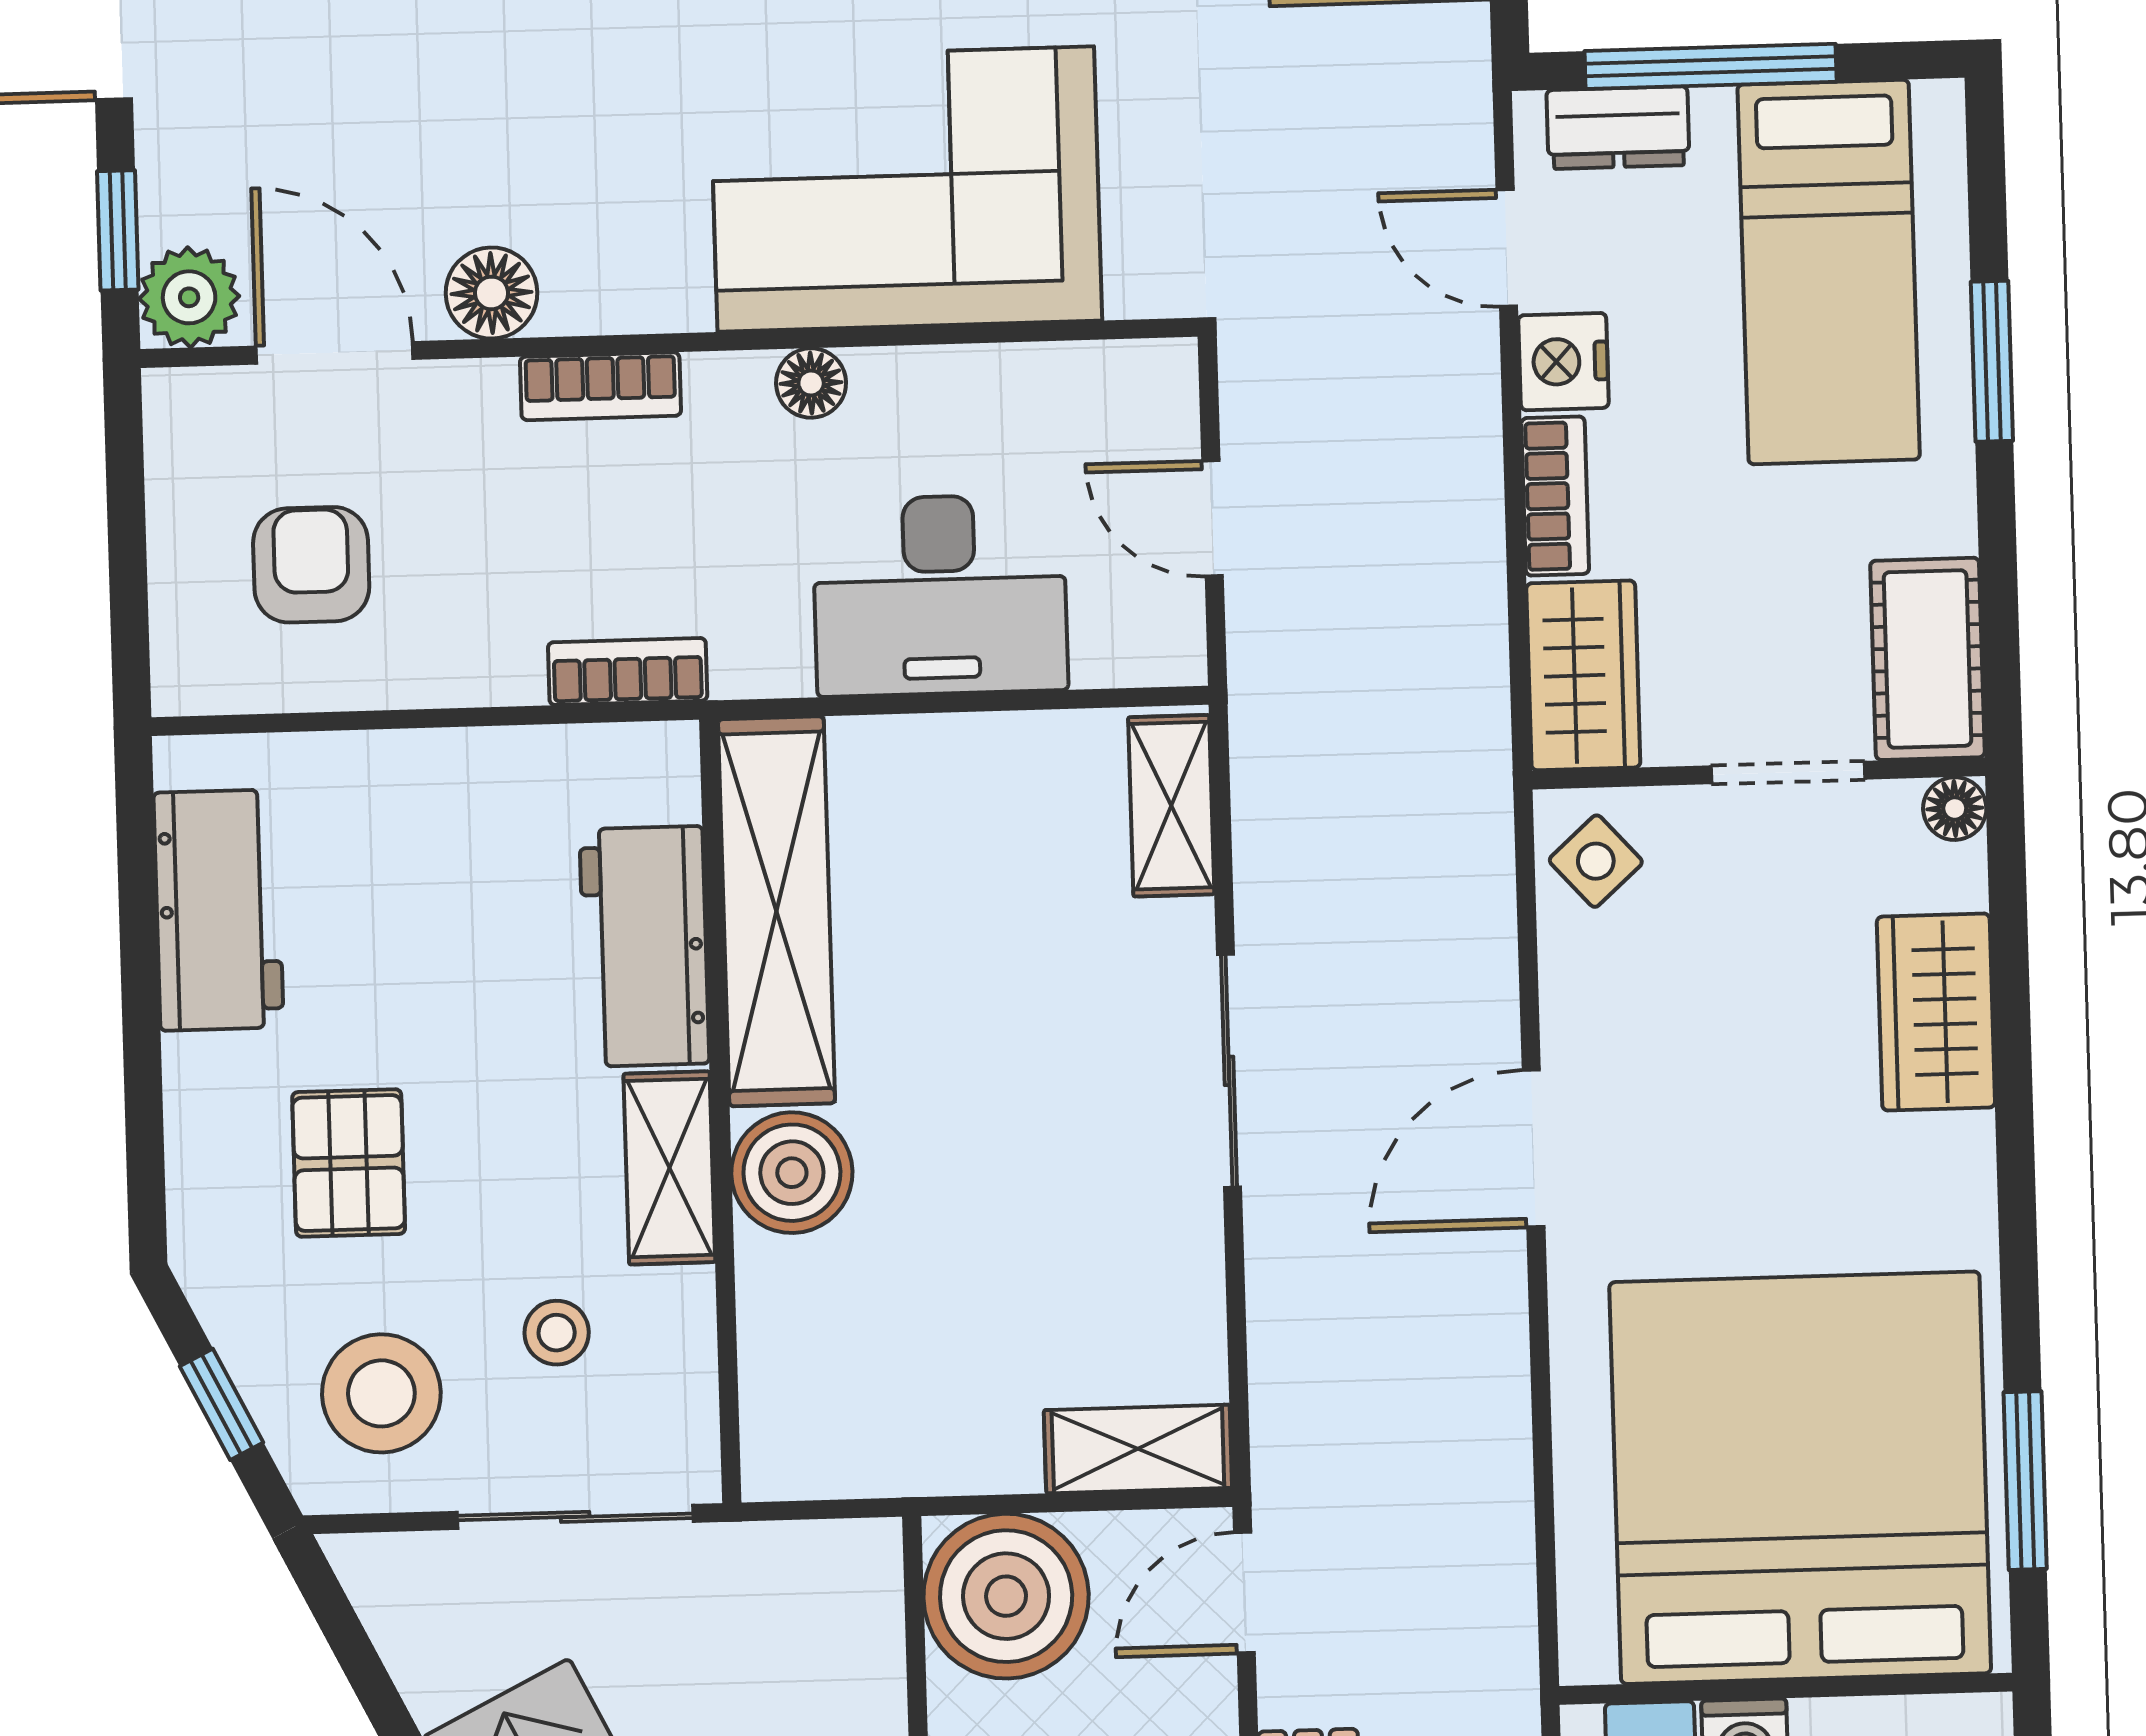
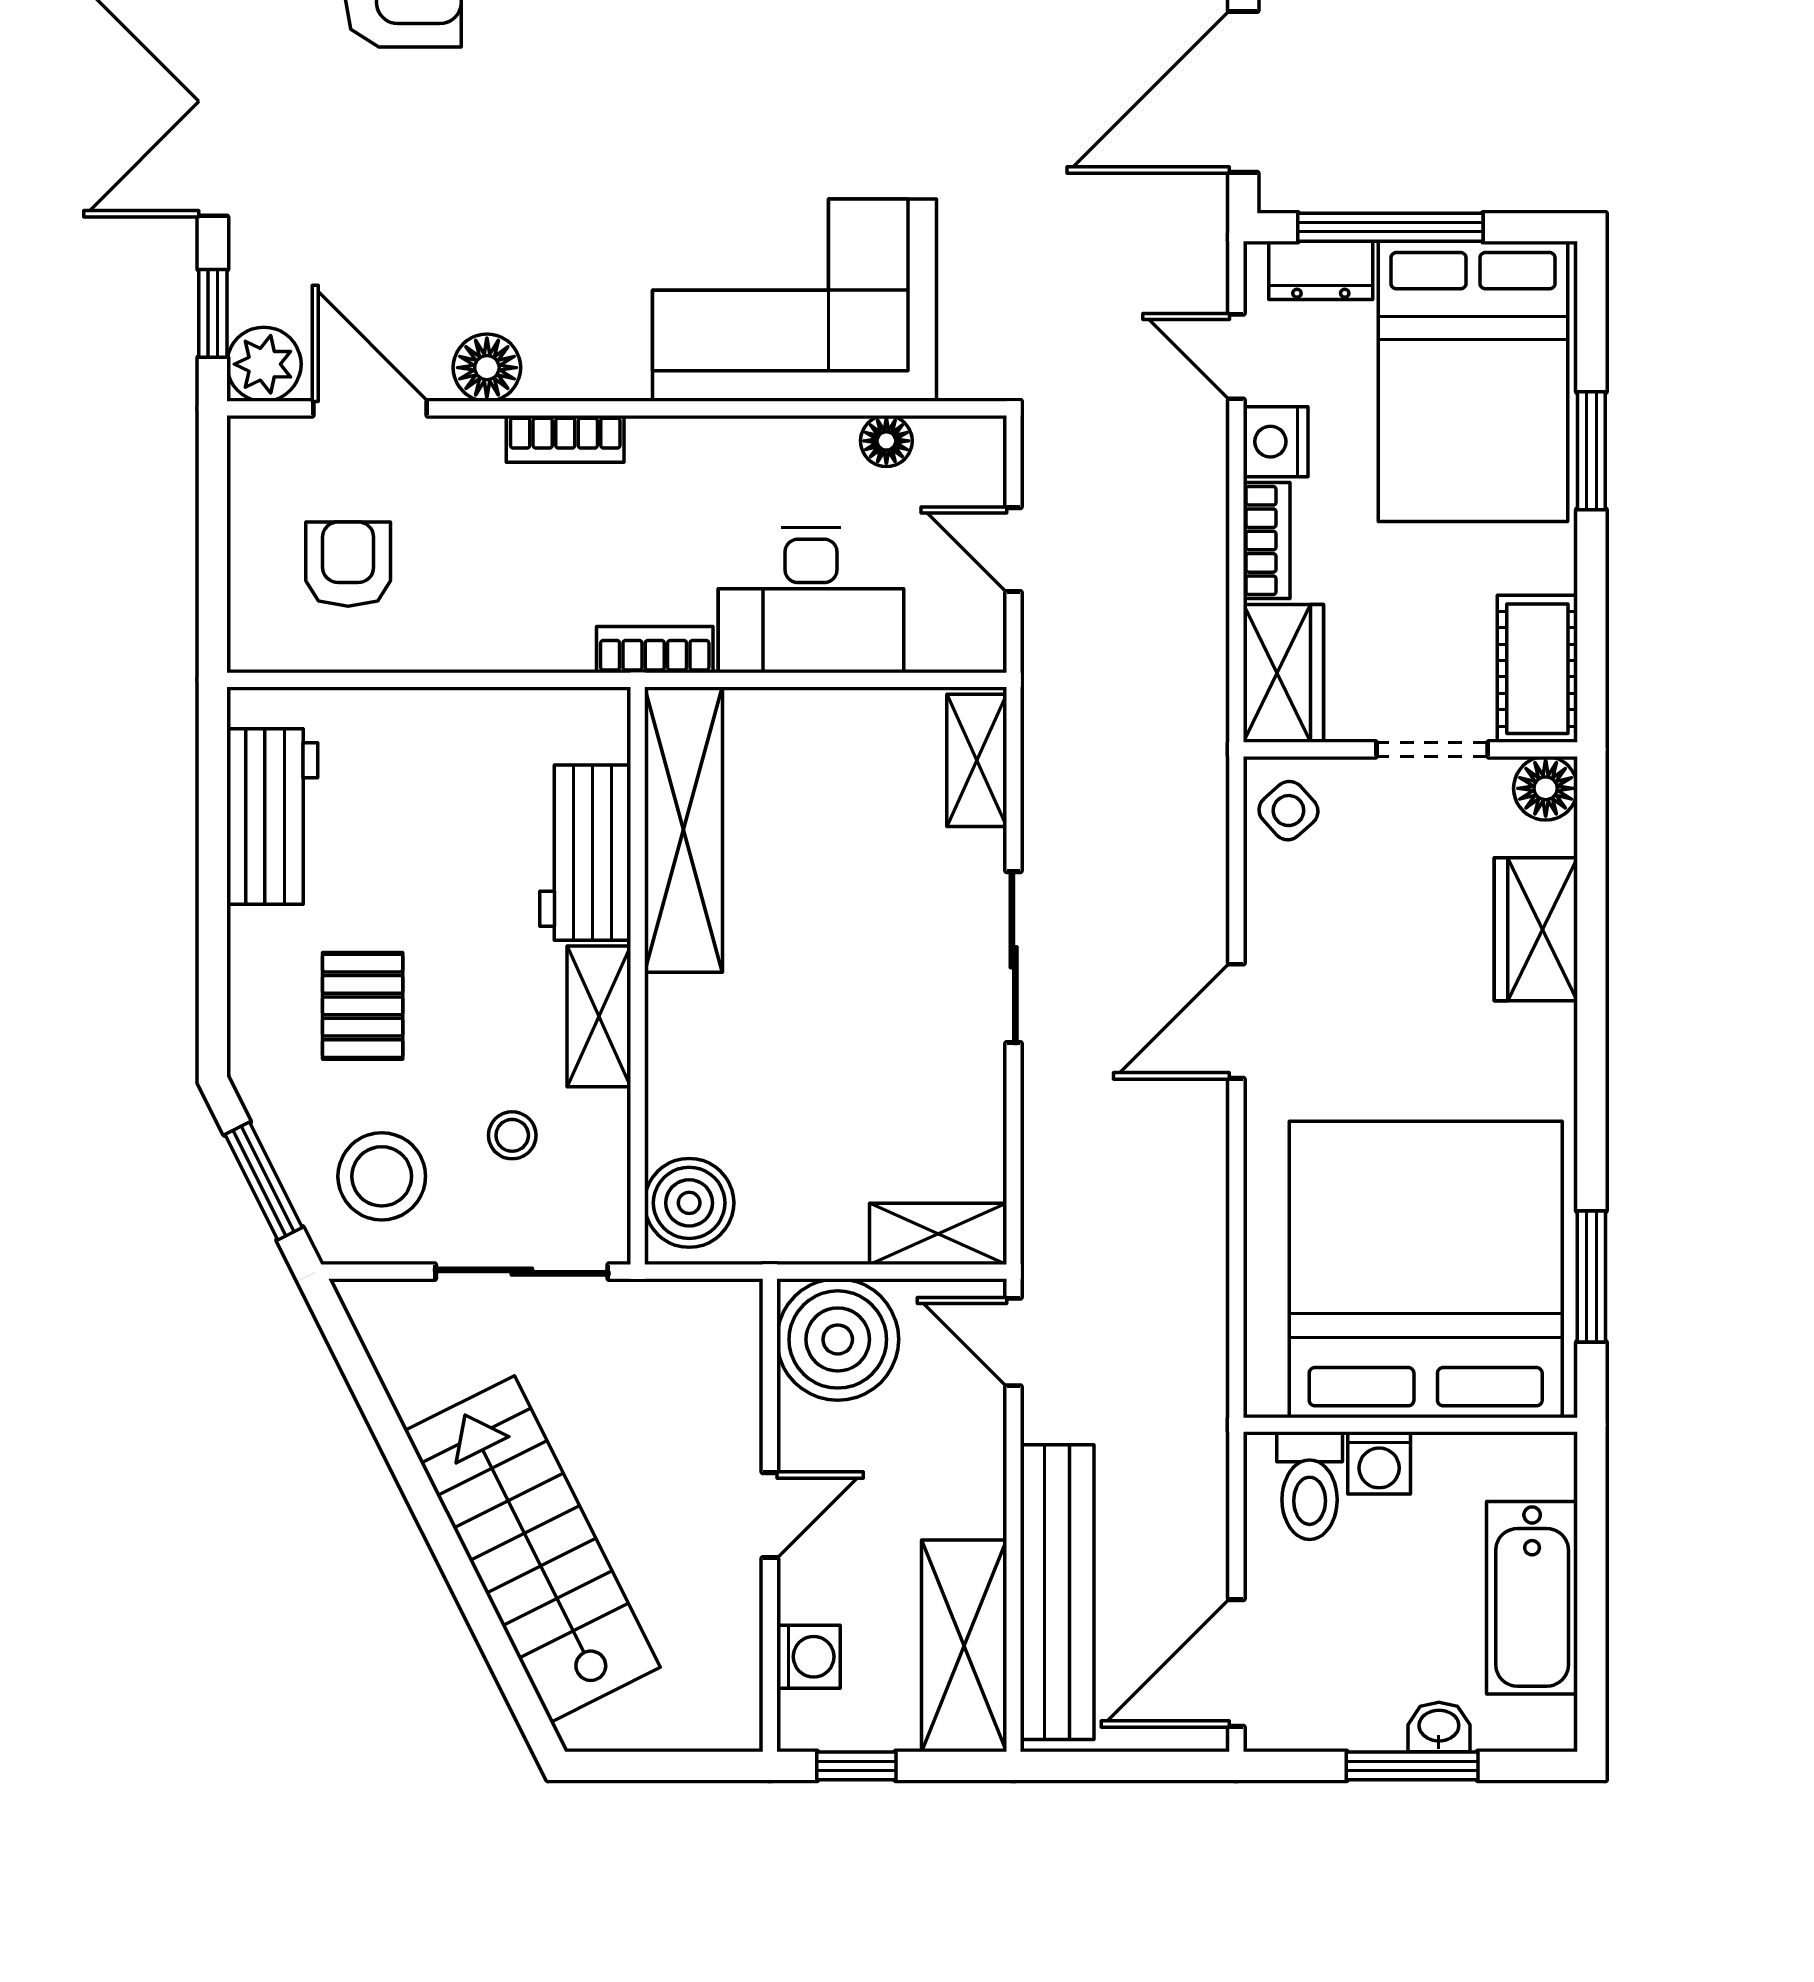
bed: (1829, 272) -> (1473, 381), width x1.50
floor lamp: (811, 383) -> (886, 441), moved
bookcase: (628, 671) -> (655, 650), moved
floor lamp: (1955, 809) -> (1546, 788), width x1.37, depth x1.37
boiler: (792, 1173) -> (689, 1203), moved
window: (221, 1404) -> (264, 1181), width x1.50
door: (1244, 1593) -> (1014, 1342), hinge flipped

